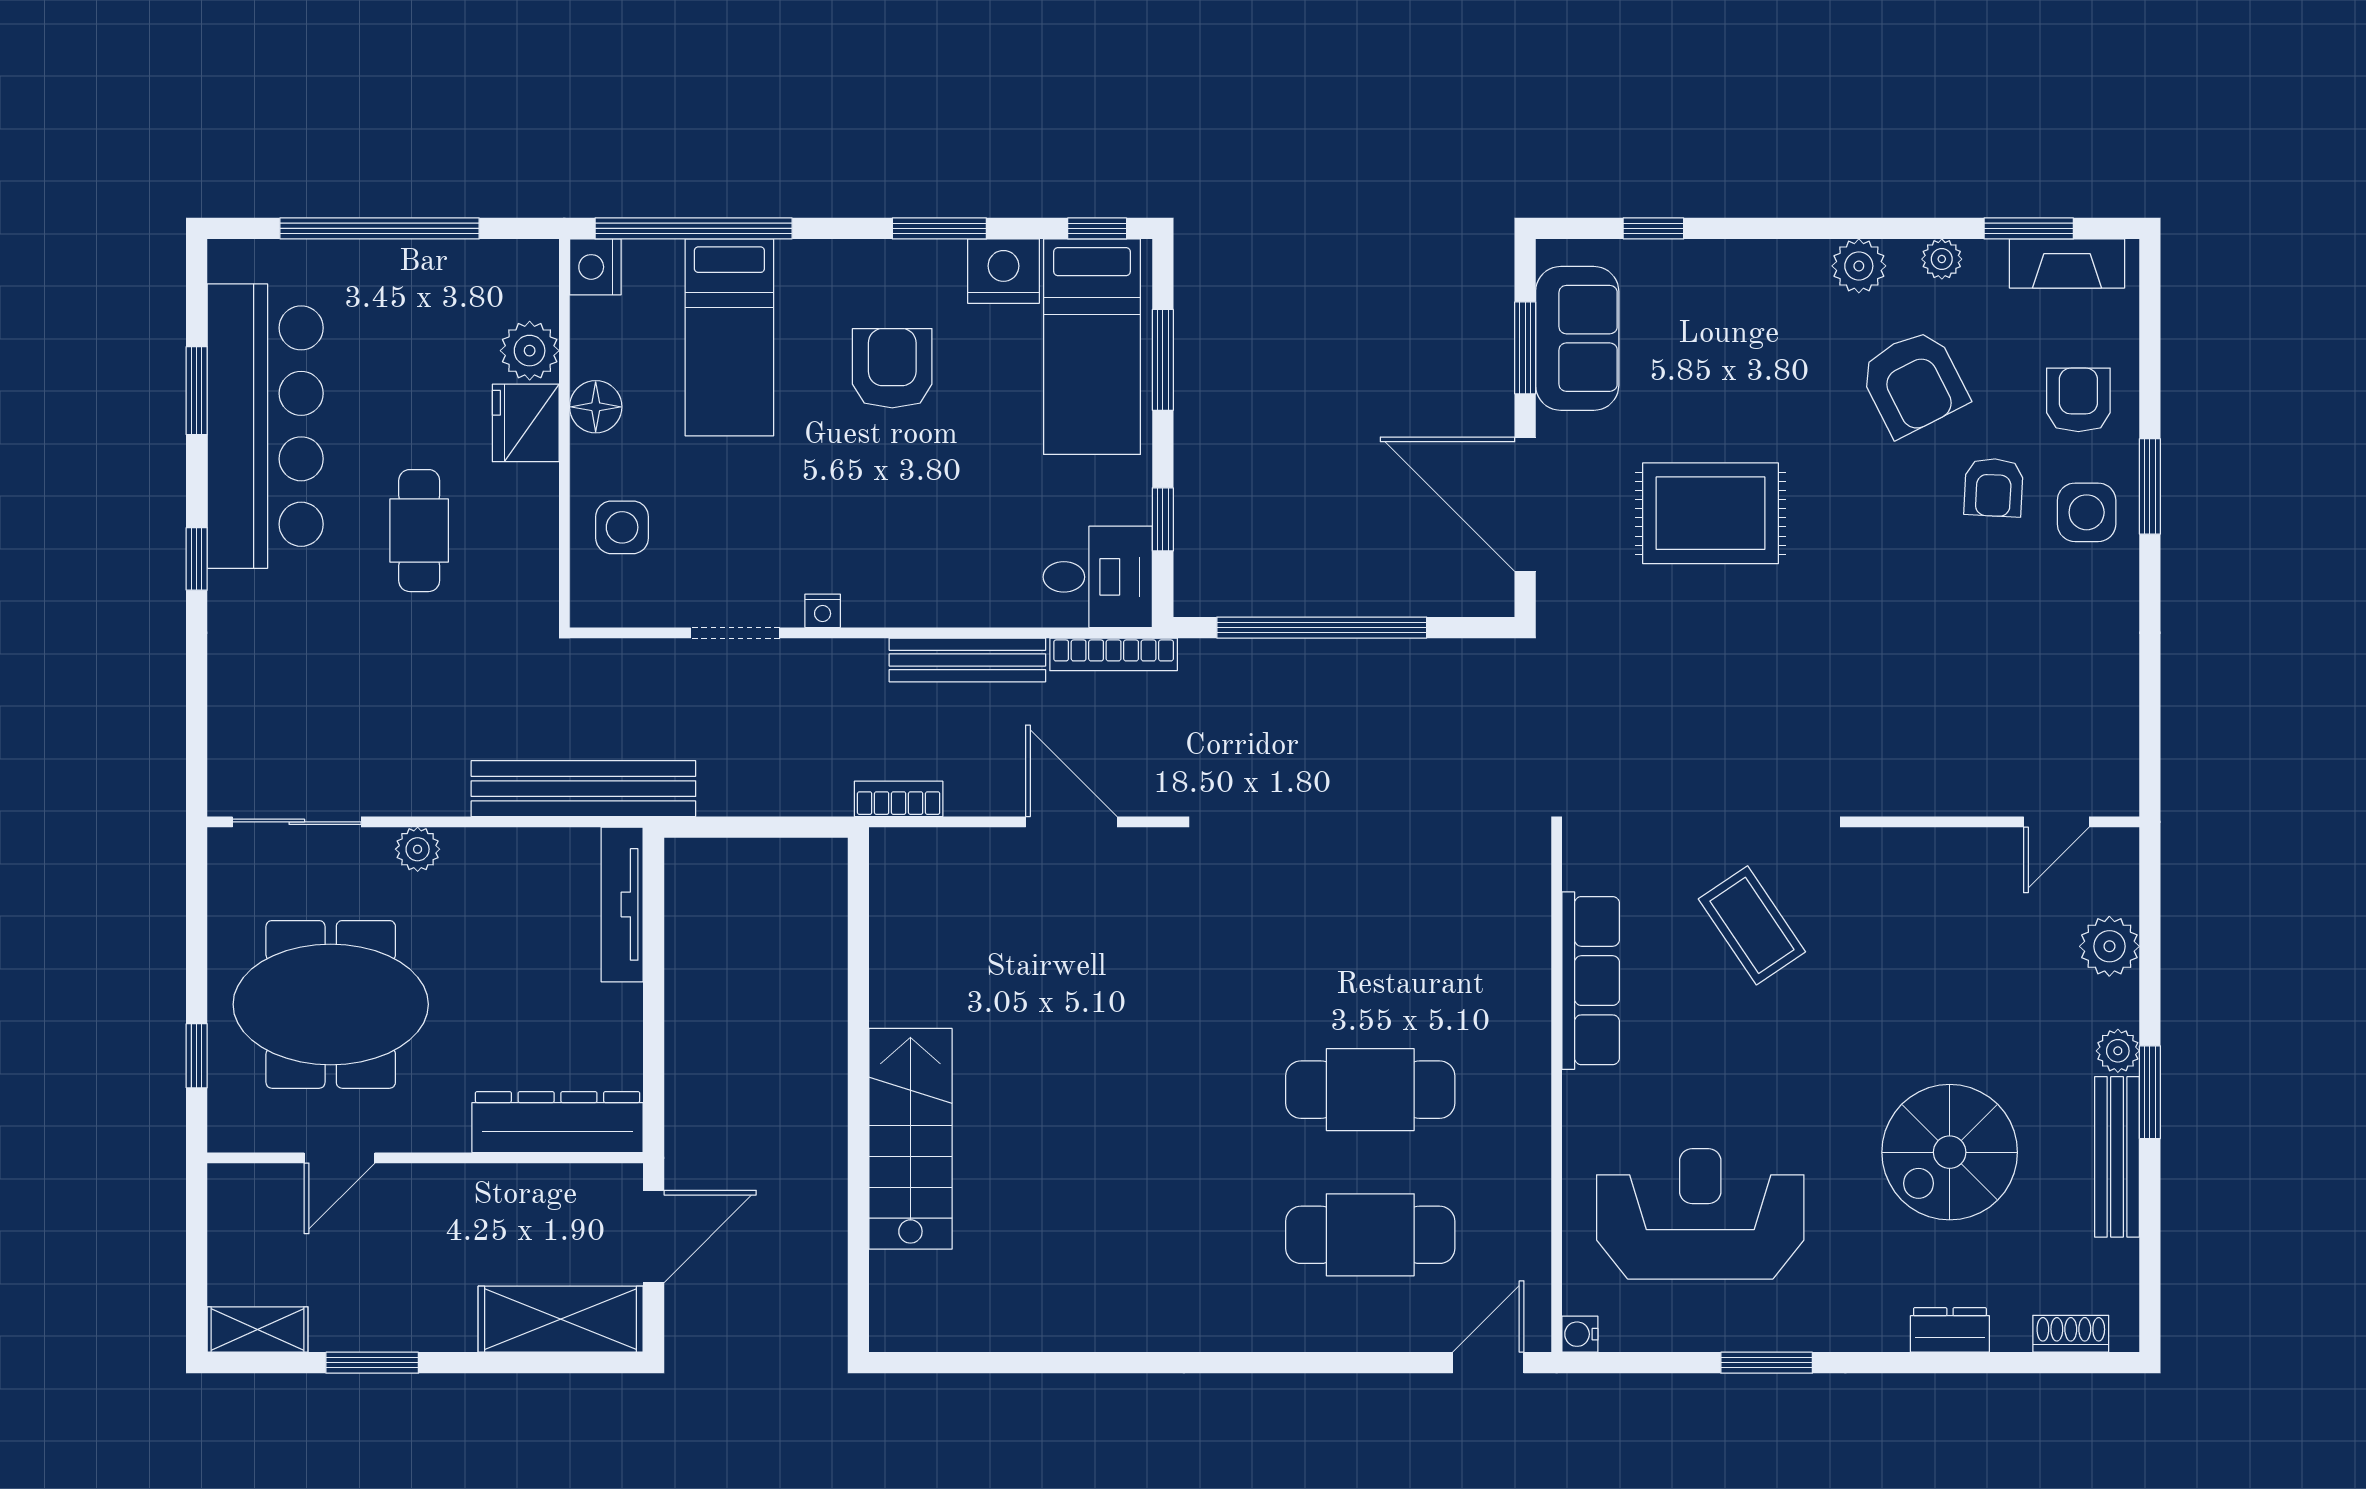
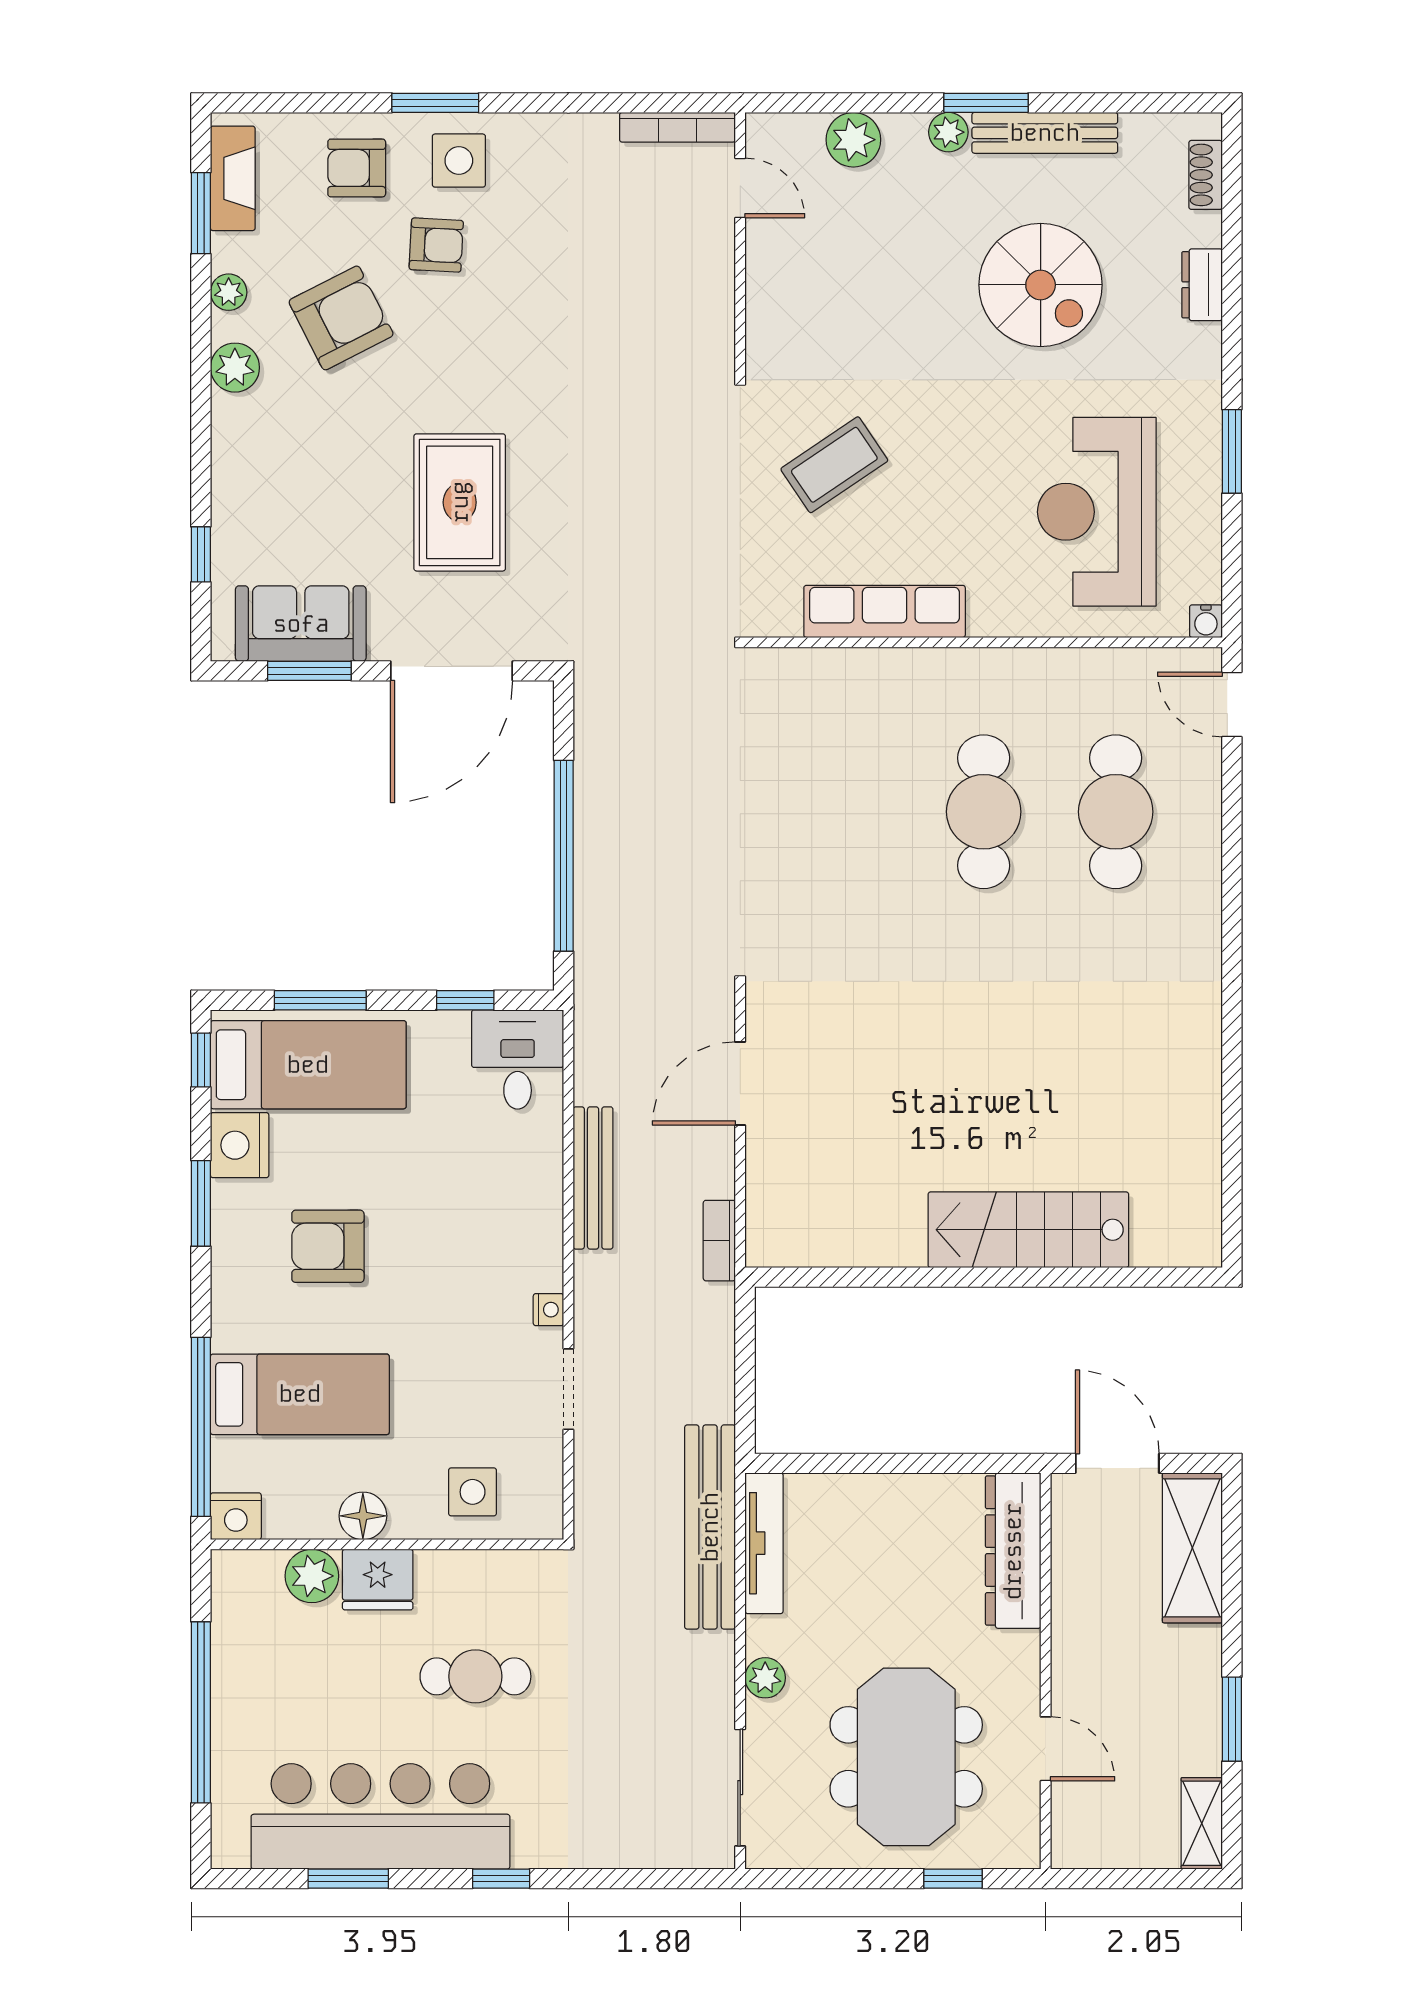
bookcase: (1114, 654) -> (678, 127), moved, turned 90
tv unit: (622, 904) -> (764, 1543), moved, turned -90

